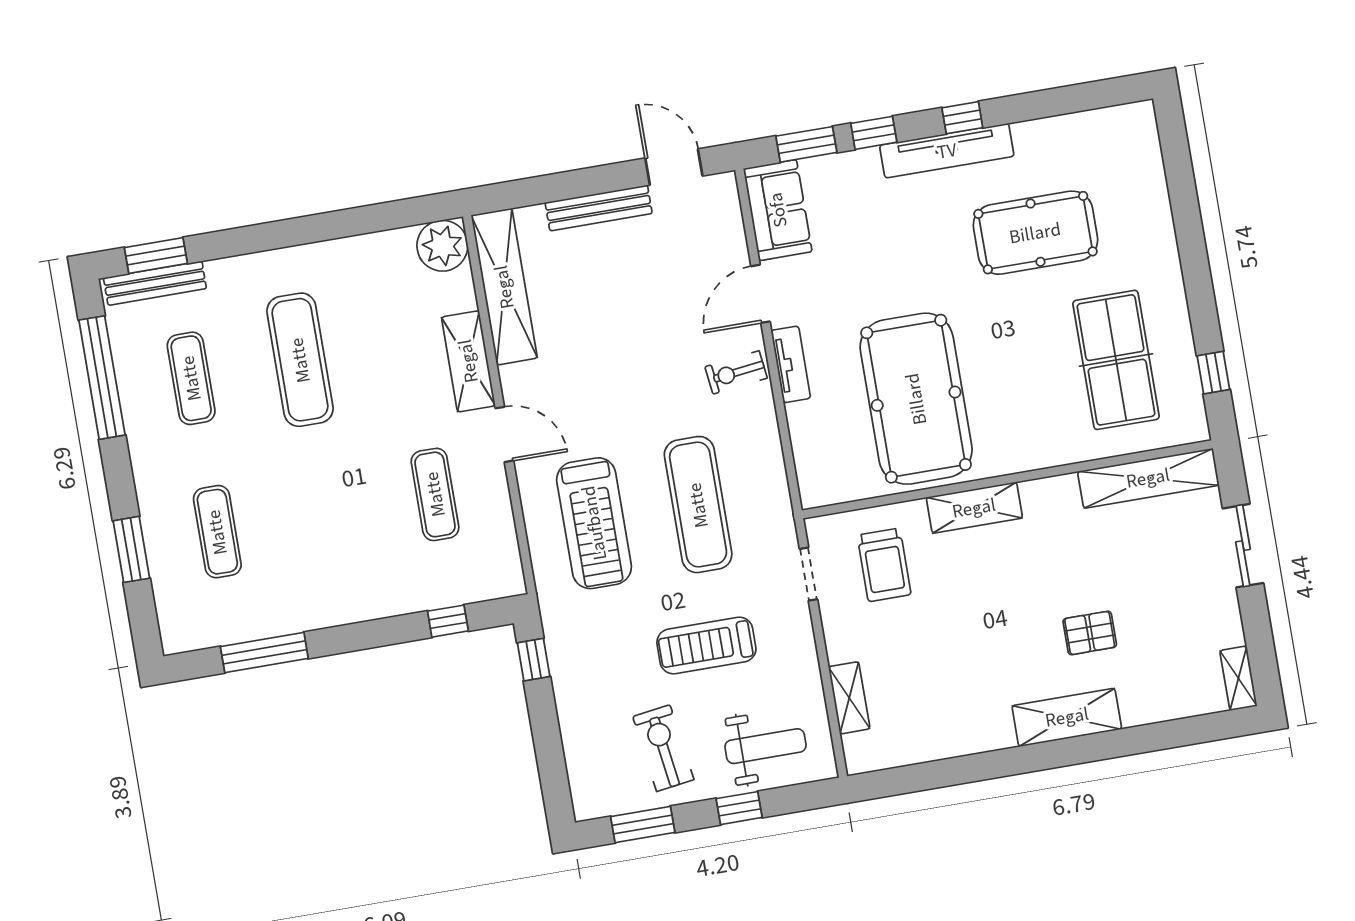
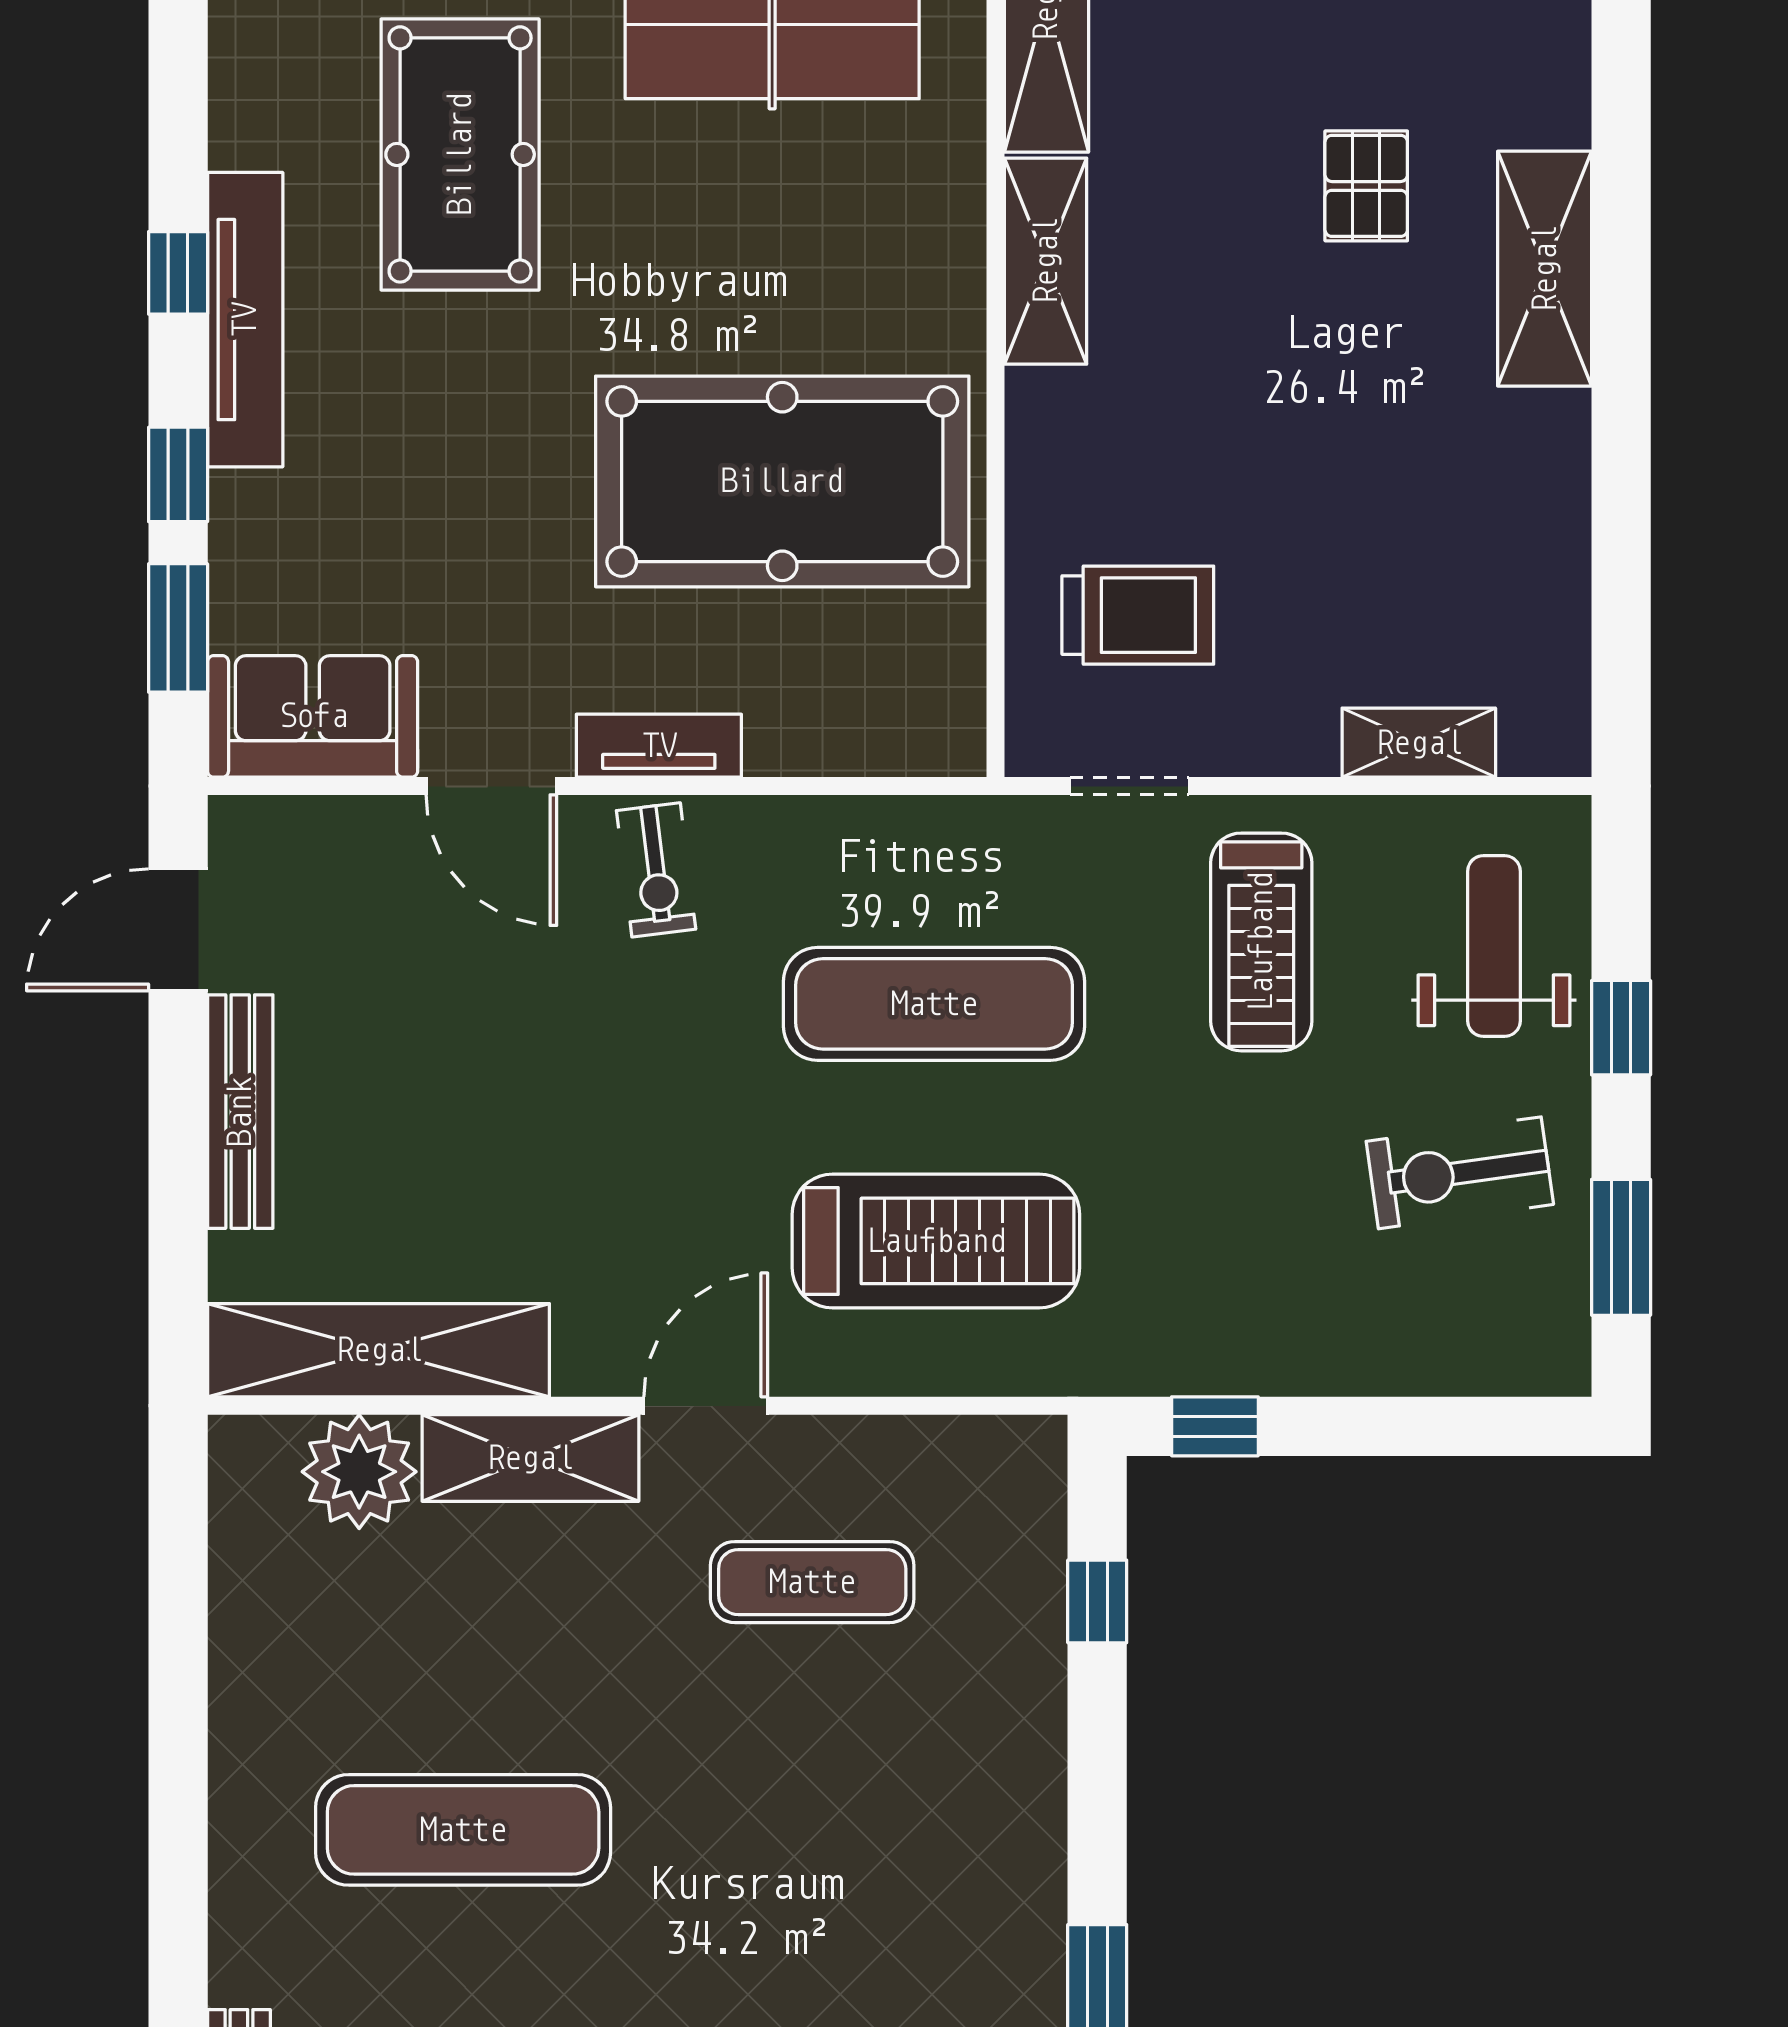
plant: (442, 246) -> (359, 1472), moved
shelving: (974, 508) -> (1046, 261), moved
treadmill: (706, 646) -> (1261, 942), moved

